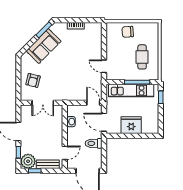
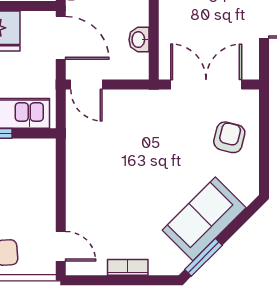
door: (104, 66) -> (61, 246), moved
double door: (43, 103) -> (206, 84), width x1.37

